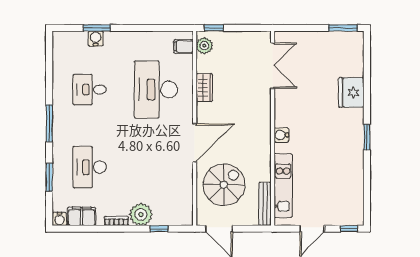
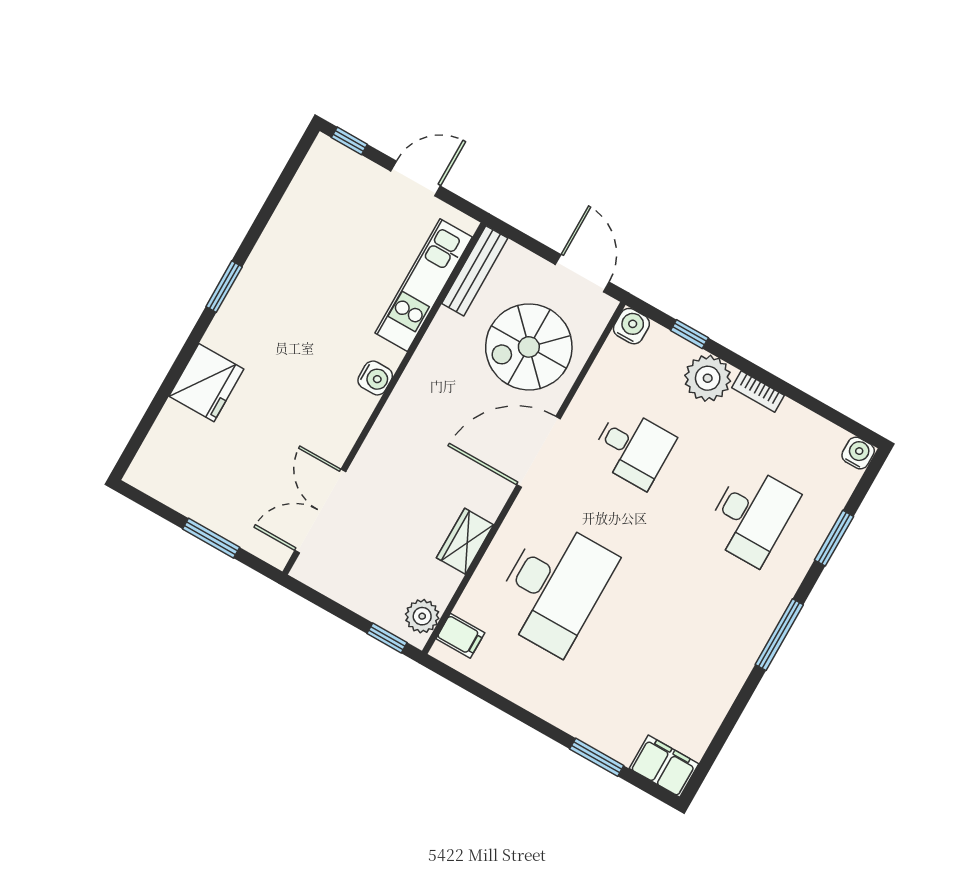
window: (343, 28) -> (211, 538), moved
water cooler: (96, 38) -> (631, 326), moved, turned 180
desk: (90, 90) -> (633, 448), moved
filing cabinet: (82, 216) -> (664, 766), moved, turned 180

